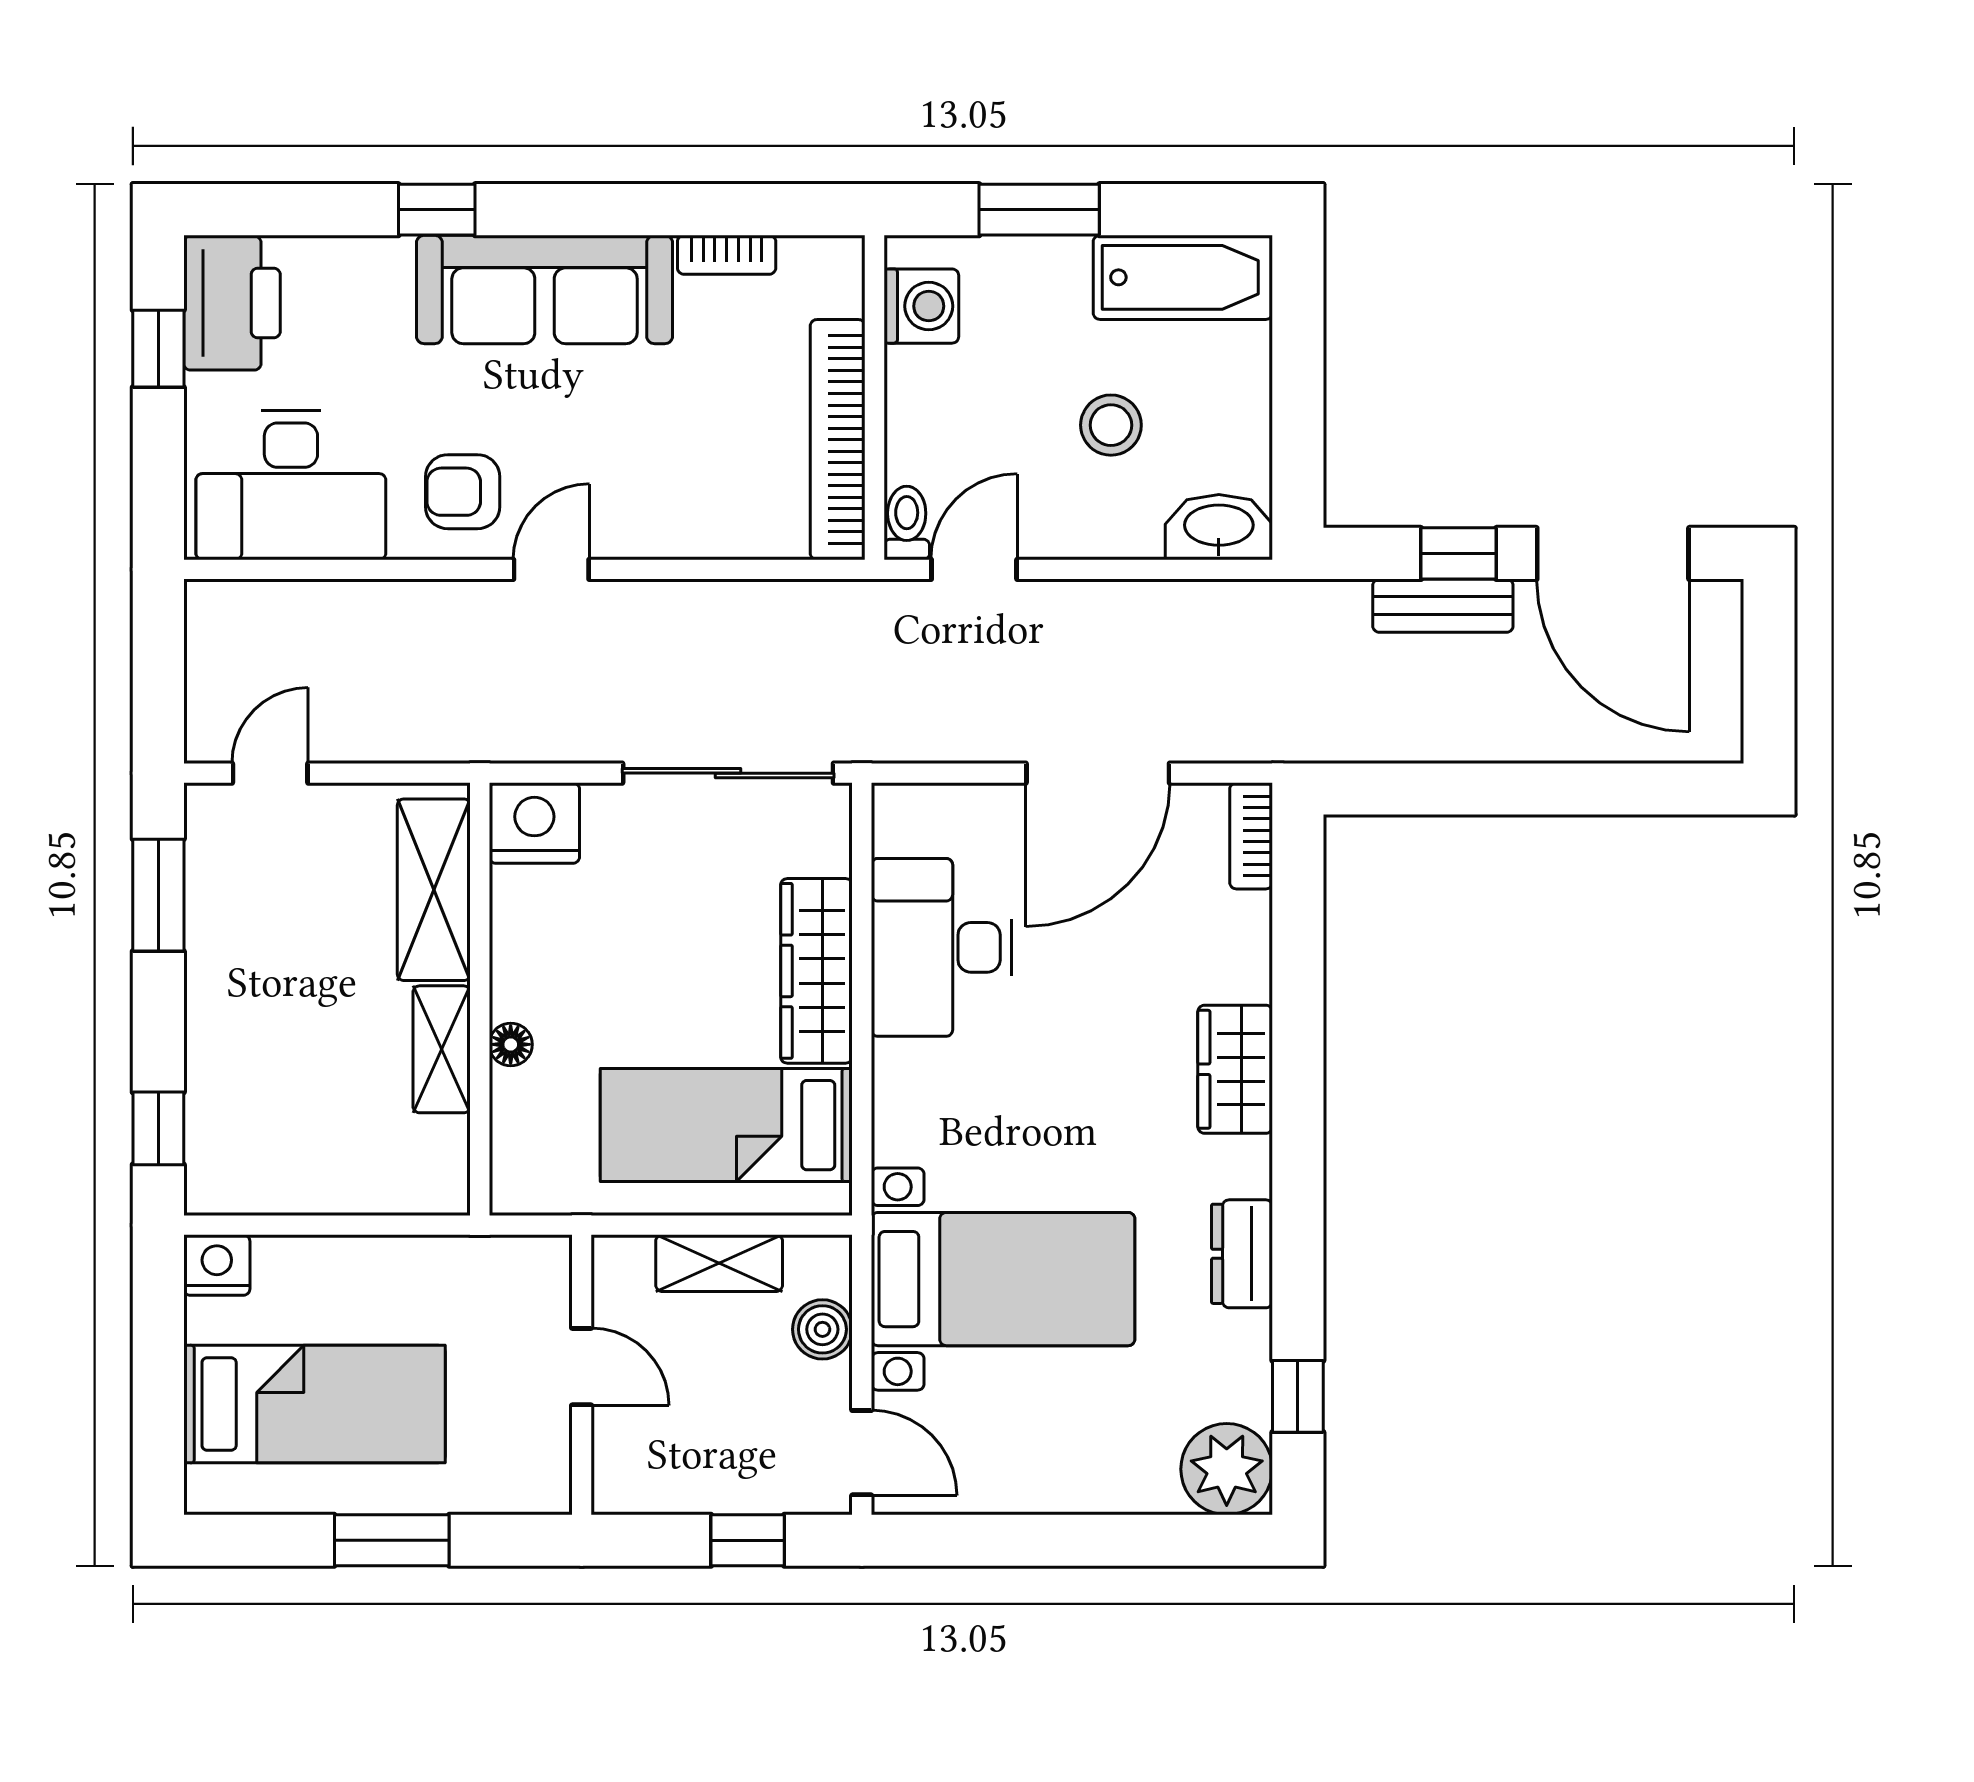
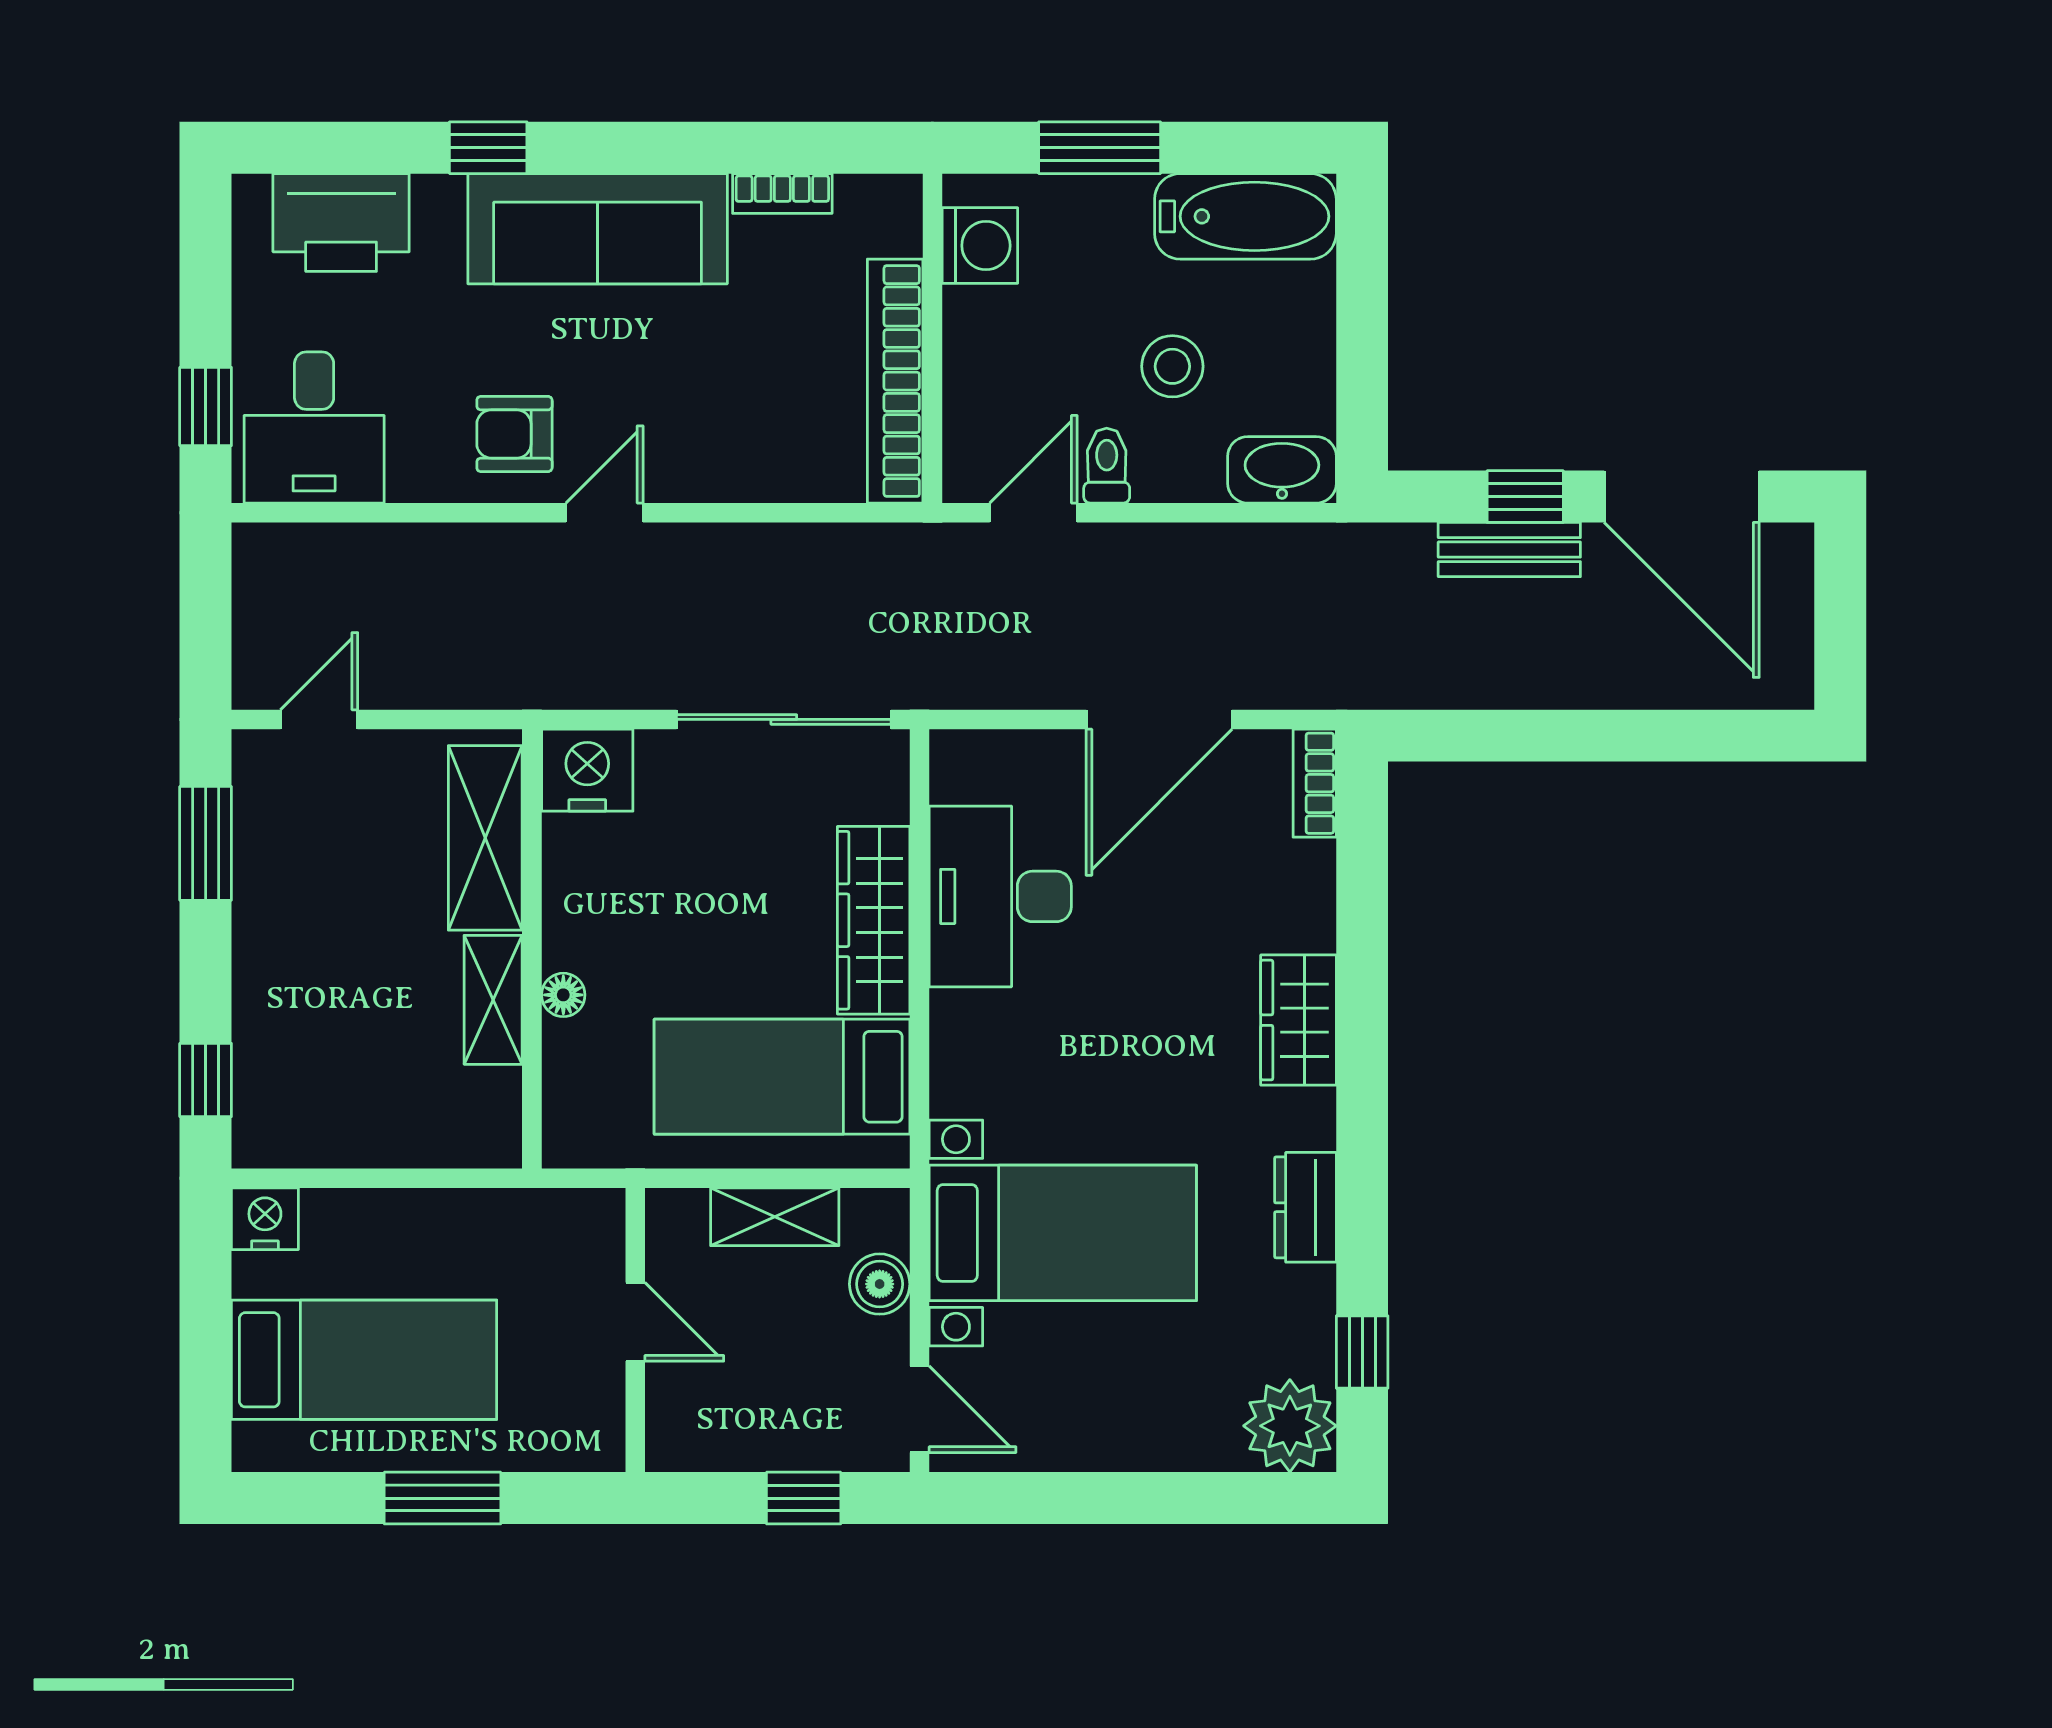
printer: (232, 303) -> (341, 222), moved, turned 90
window: (158, 349) -> (206, 407), moved
desk: (291, 485) -> (314, 427), width x0.73
toilet: (907, 523) -> (1107, 466), moved

